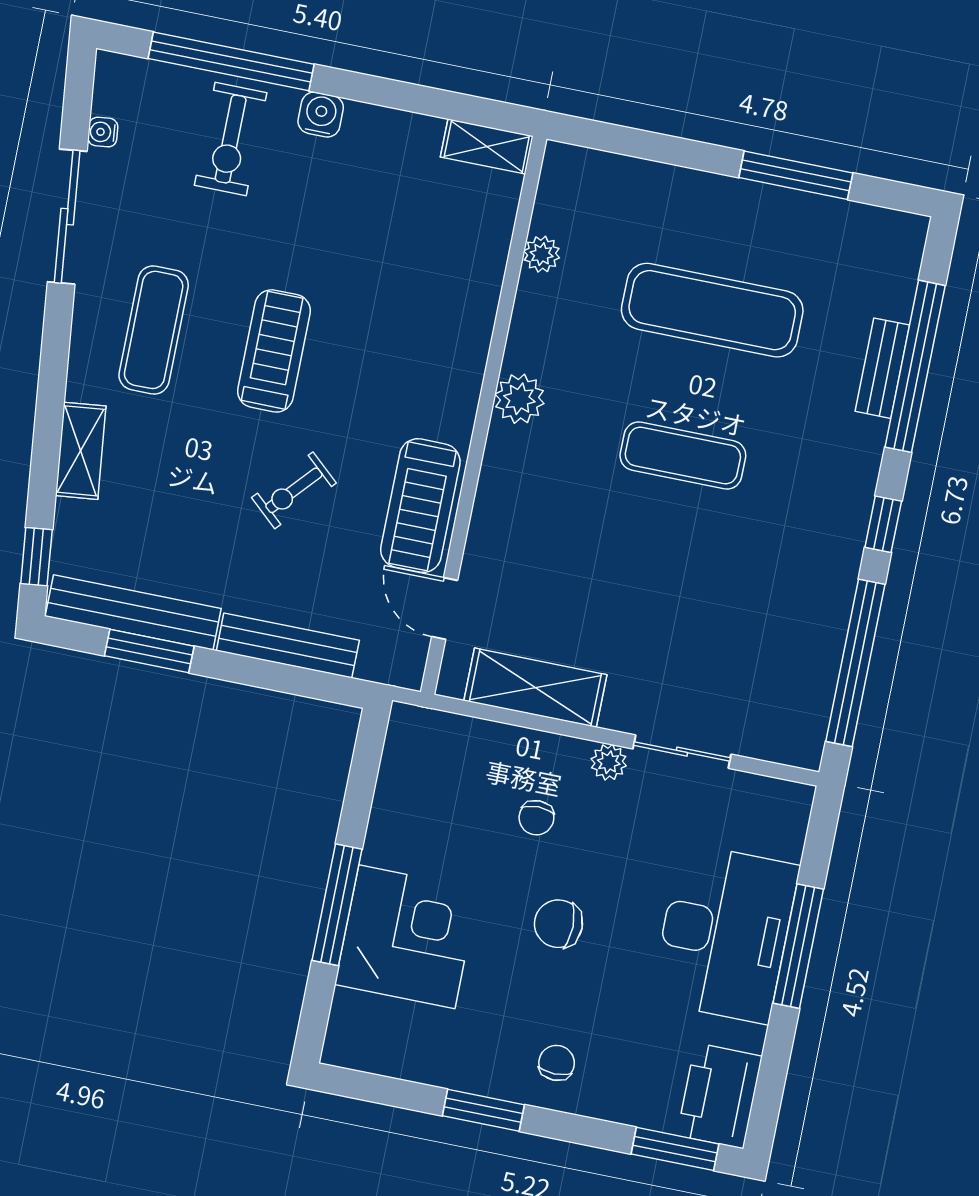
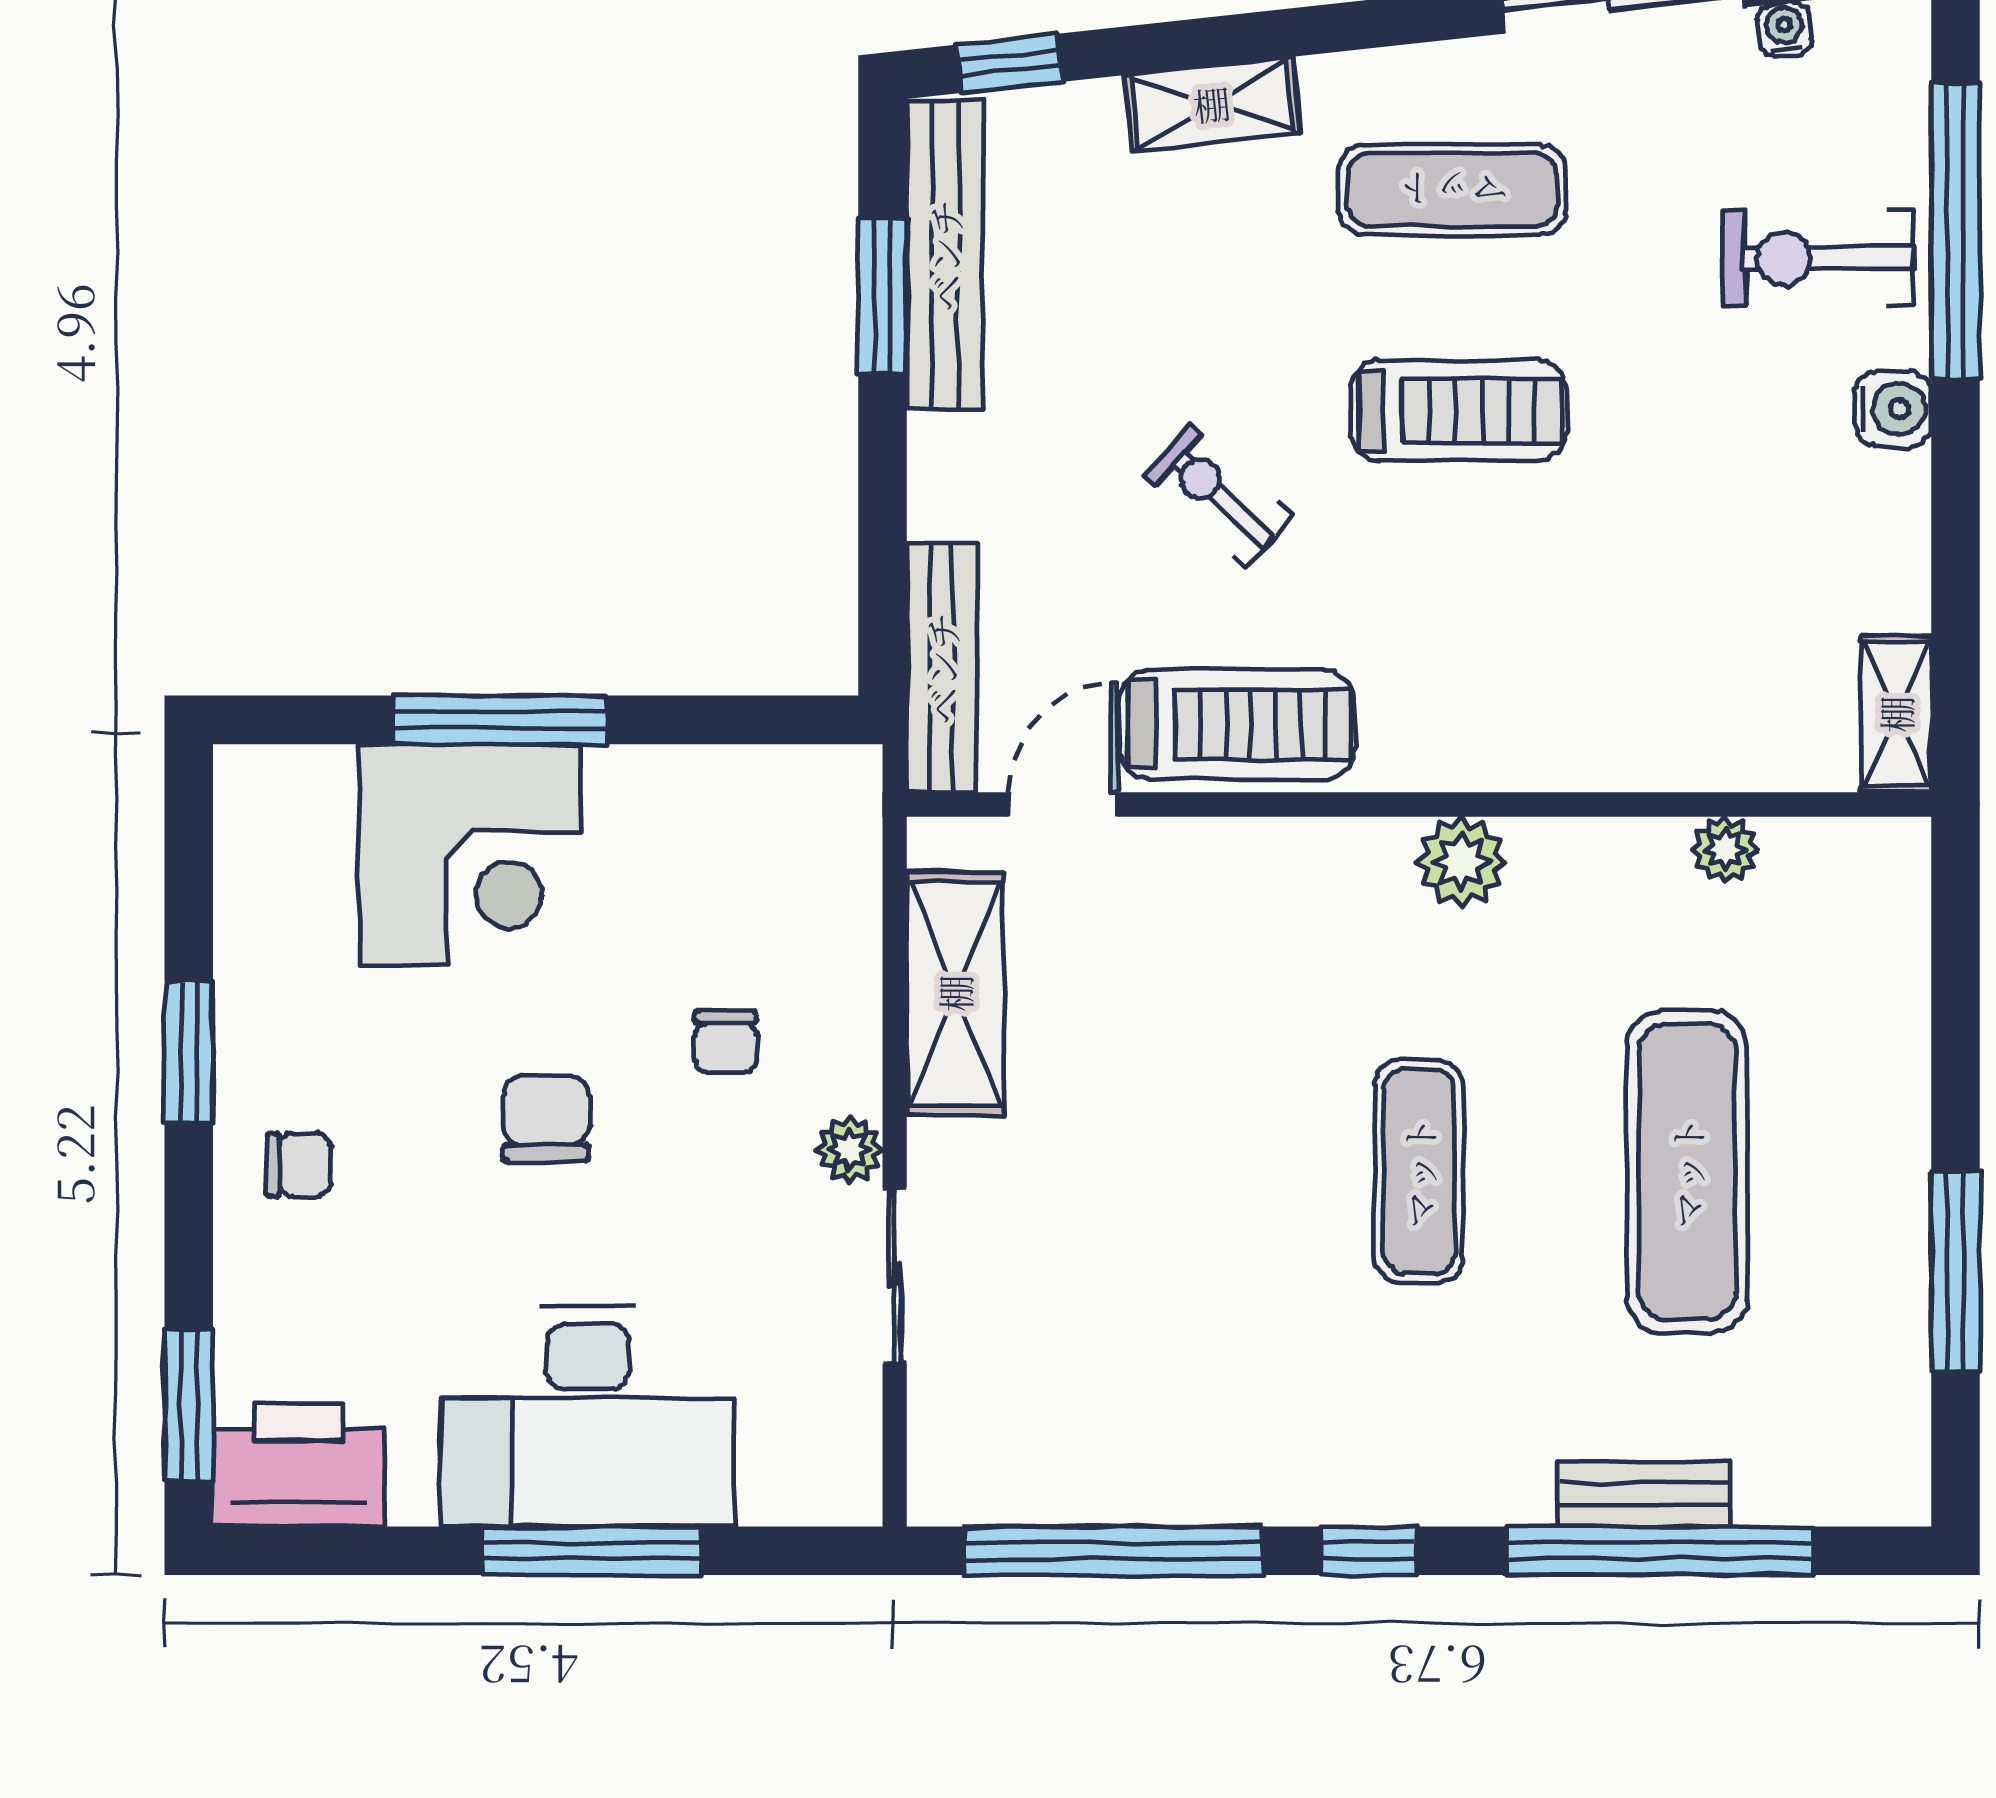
treadmill: (420, 506) -> (1237, 725), turned 180
bench: (288, 646) -> (942, 668), moved
chair: (536, 818) -> (726, 1042), turned -90

